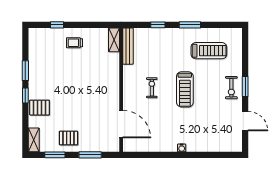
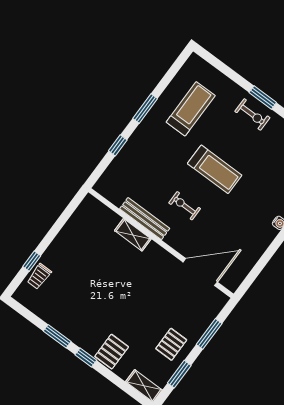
shelving: (114, 40) -> (133, 235), moved
trolley: (74, 43) -> (39, 276), moved
bench: (128, 46) -> (145, 219), moved

